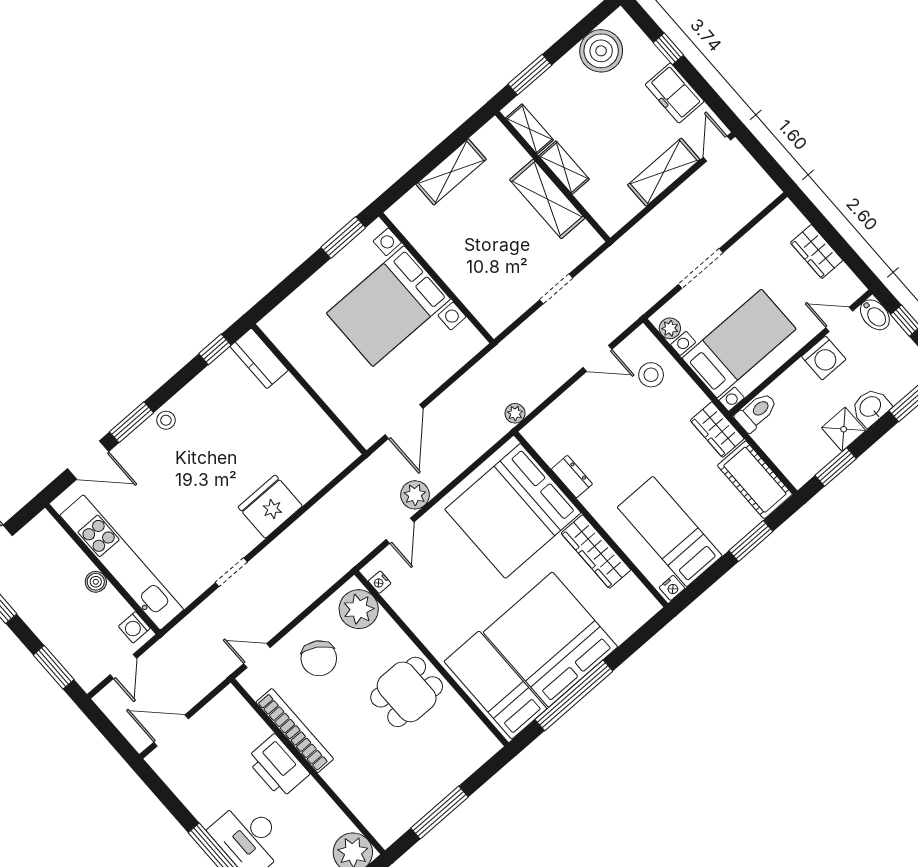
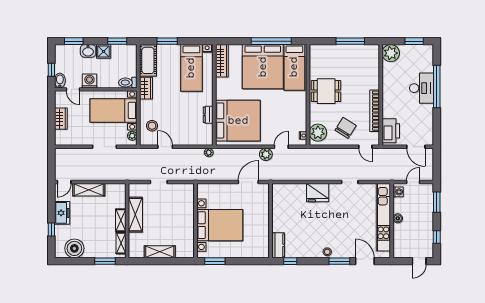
wardrobe: (596, 552) -> (222, 61), moved
printer: (278, 766) -> (391, 131), moved

